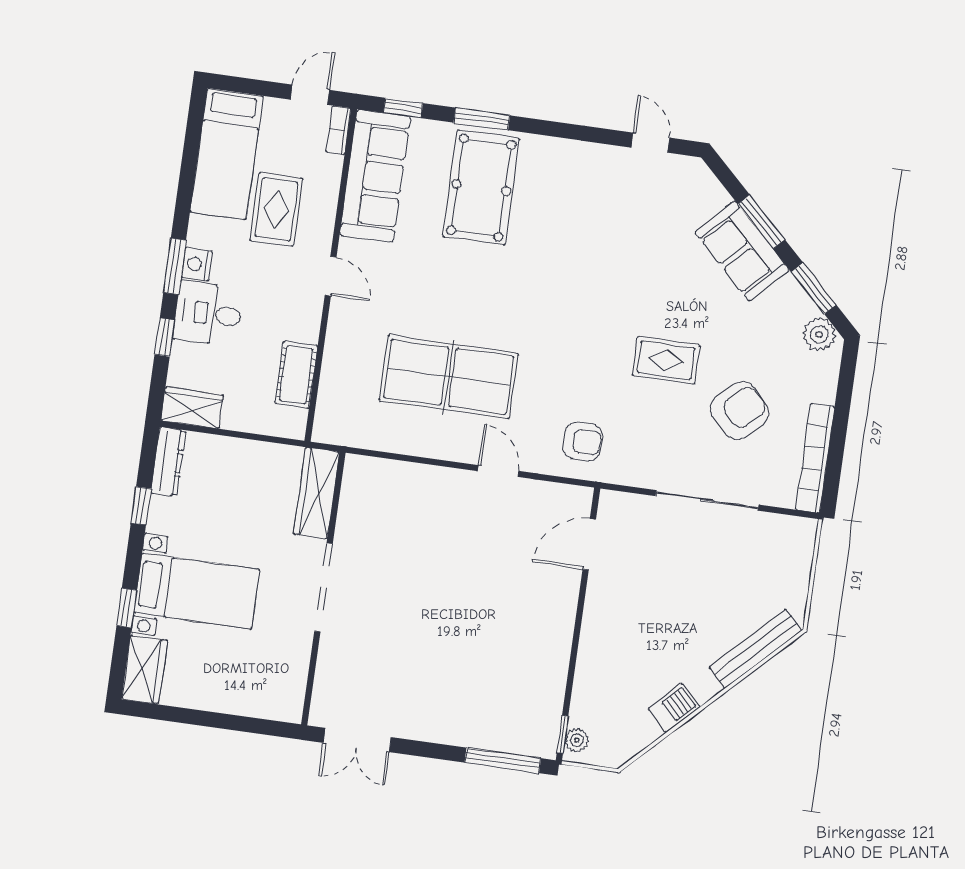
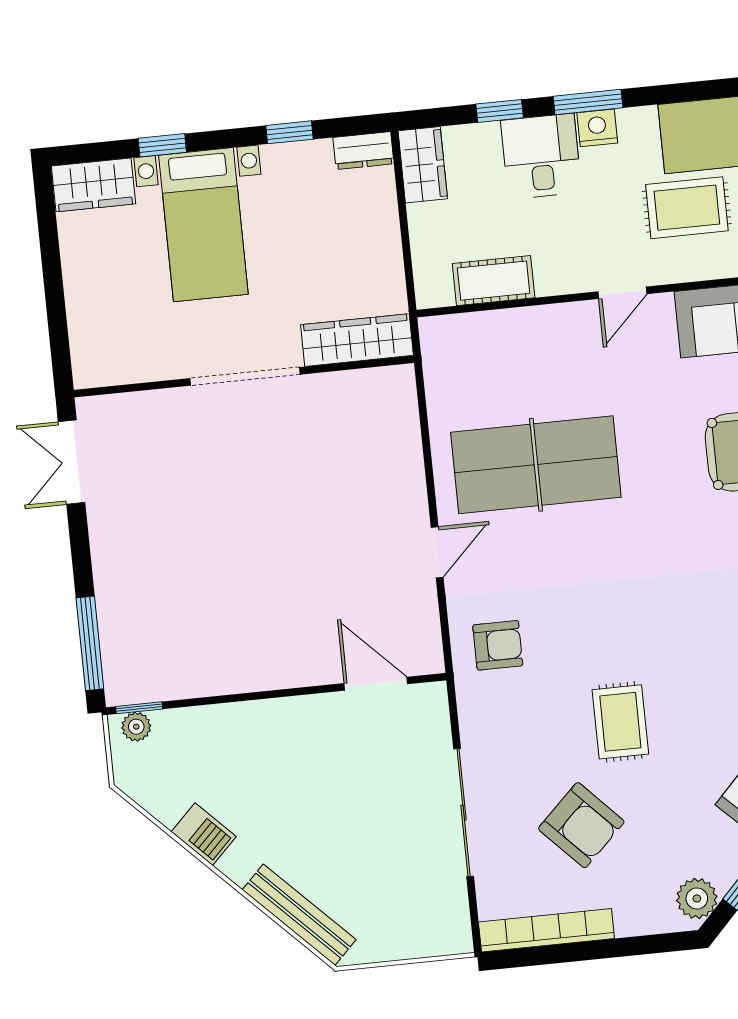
table tennis table: (449, 377) -> (536, 465), turned 90
armchair: (583, 442) -> (498, 645), turned -90
dresser: (168, 462) -> (363, 151), width x0.70

